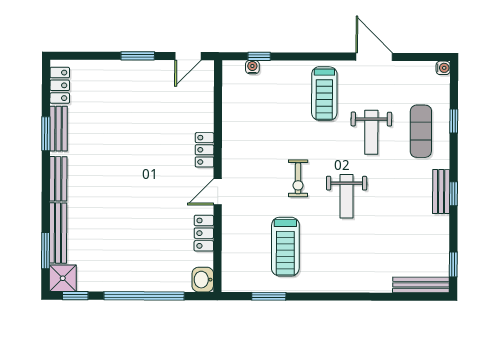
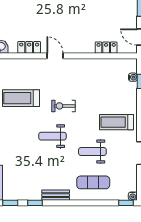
window: (454, 121) -> (126, 203), moved
locker: (205, 150) -> (106, 48), moved
window: (454, 194) -> (35, 203), moved

